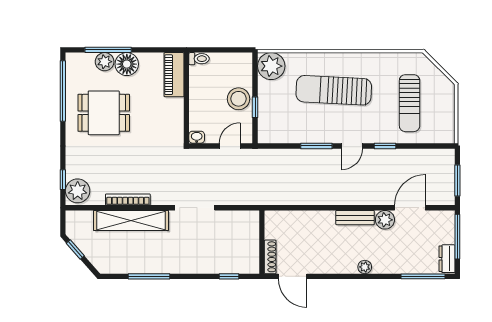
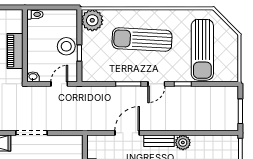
piano: (174, 75) -> (15, 51), moved
sun lounger: (410, 103) -> (202, 50), width x1.36, depth x1.34
door: (410, 208) -> (127, 133), moved

